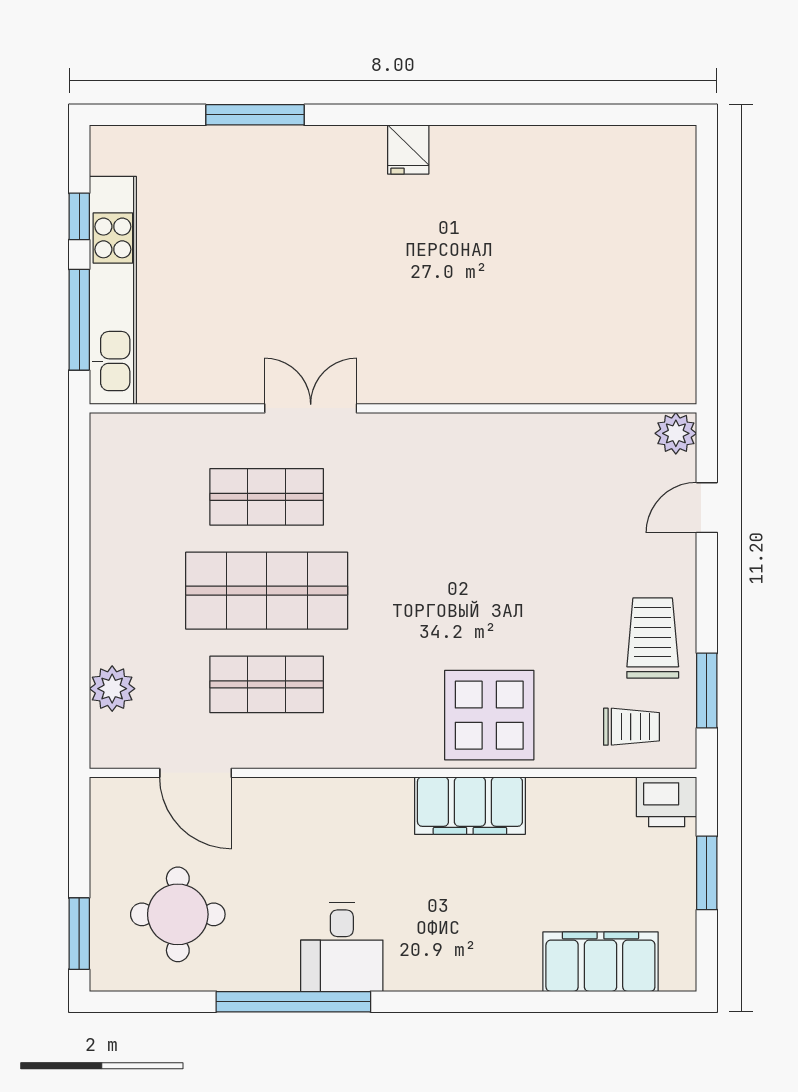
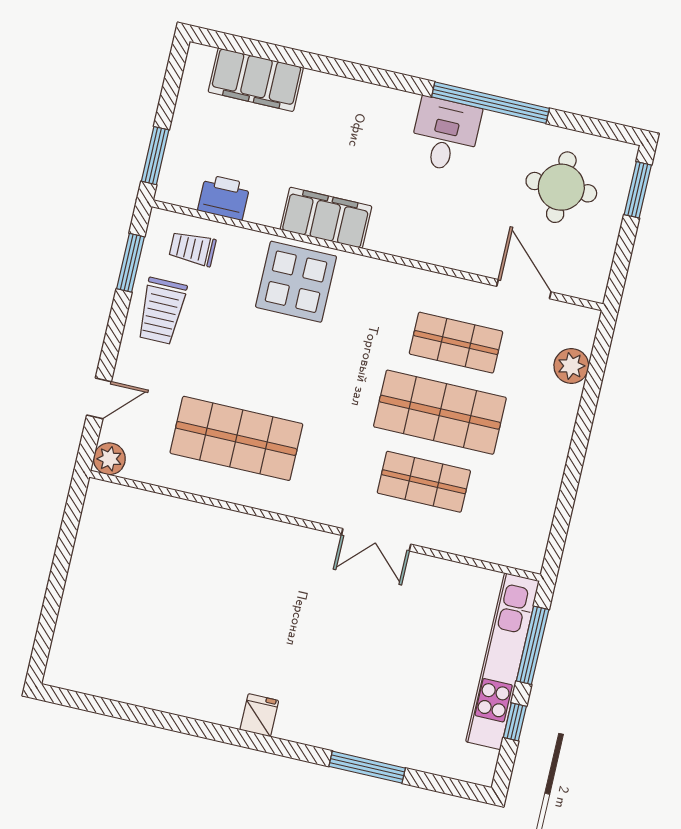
shop shelf: (519, 497) -> (236, 438), added
printer: (667, 802) -> (224, 197), moved
window: (707, 873) -> (155, 156), moved

